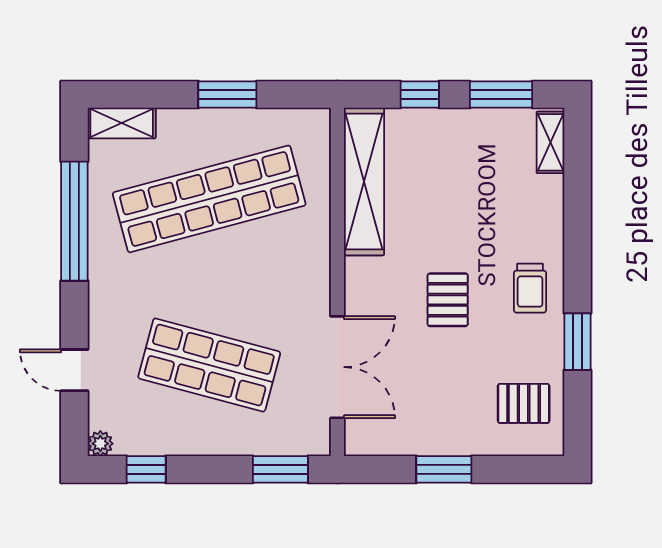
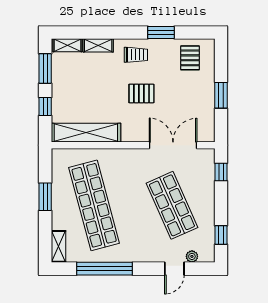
shelving: (550, 208) -> (98, 45), added
shop shelf: (209, 365) -> (172, 205), turned -39
plant: (100, 444) -> (192, 256), moved
window: (280, 469) -> (221, 172), width x0.67

